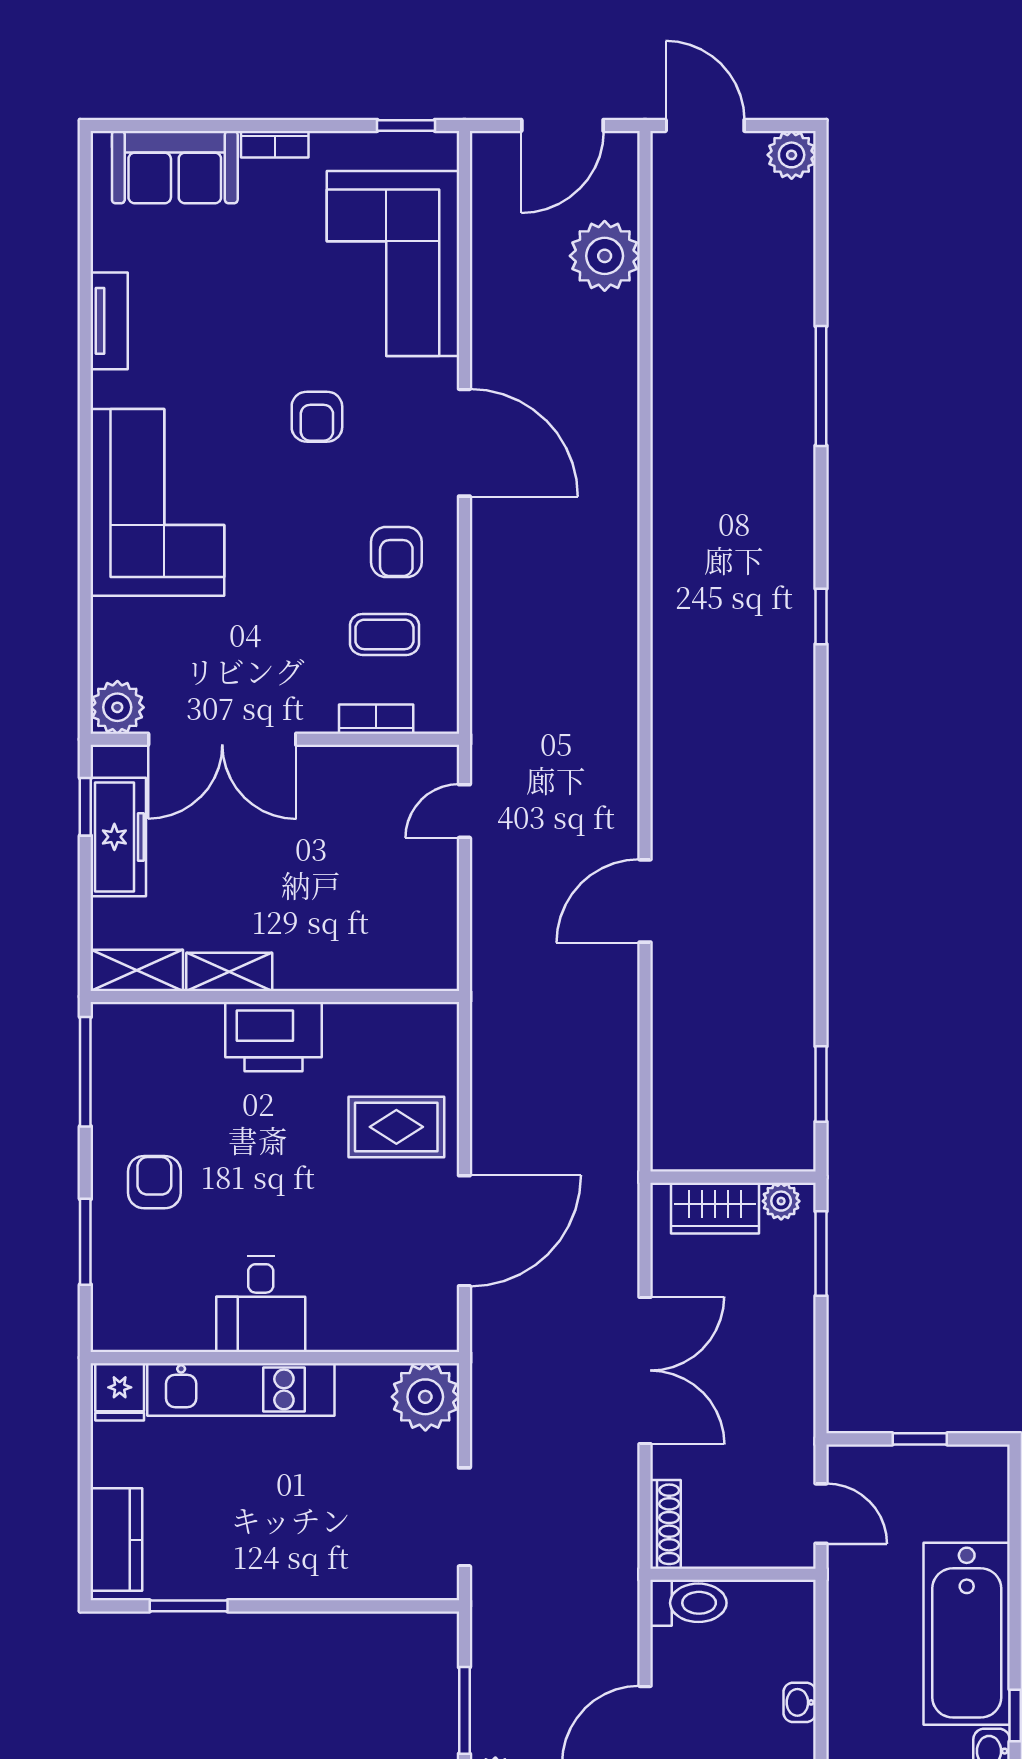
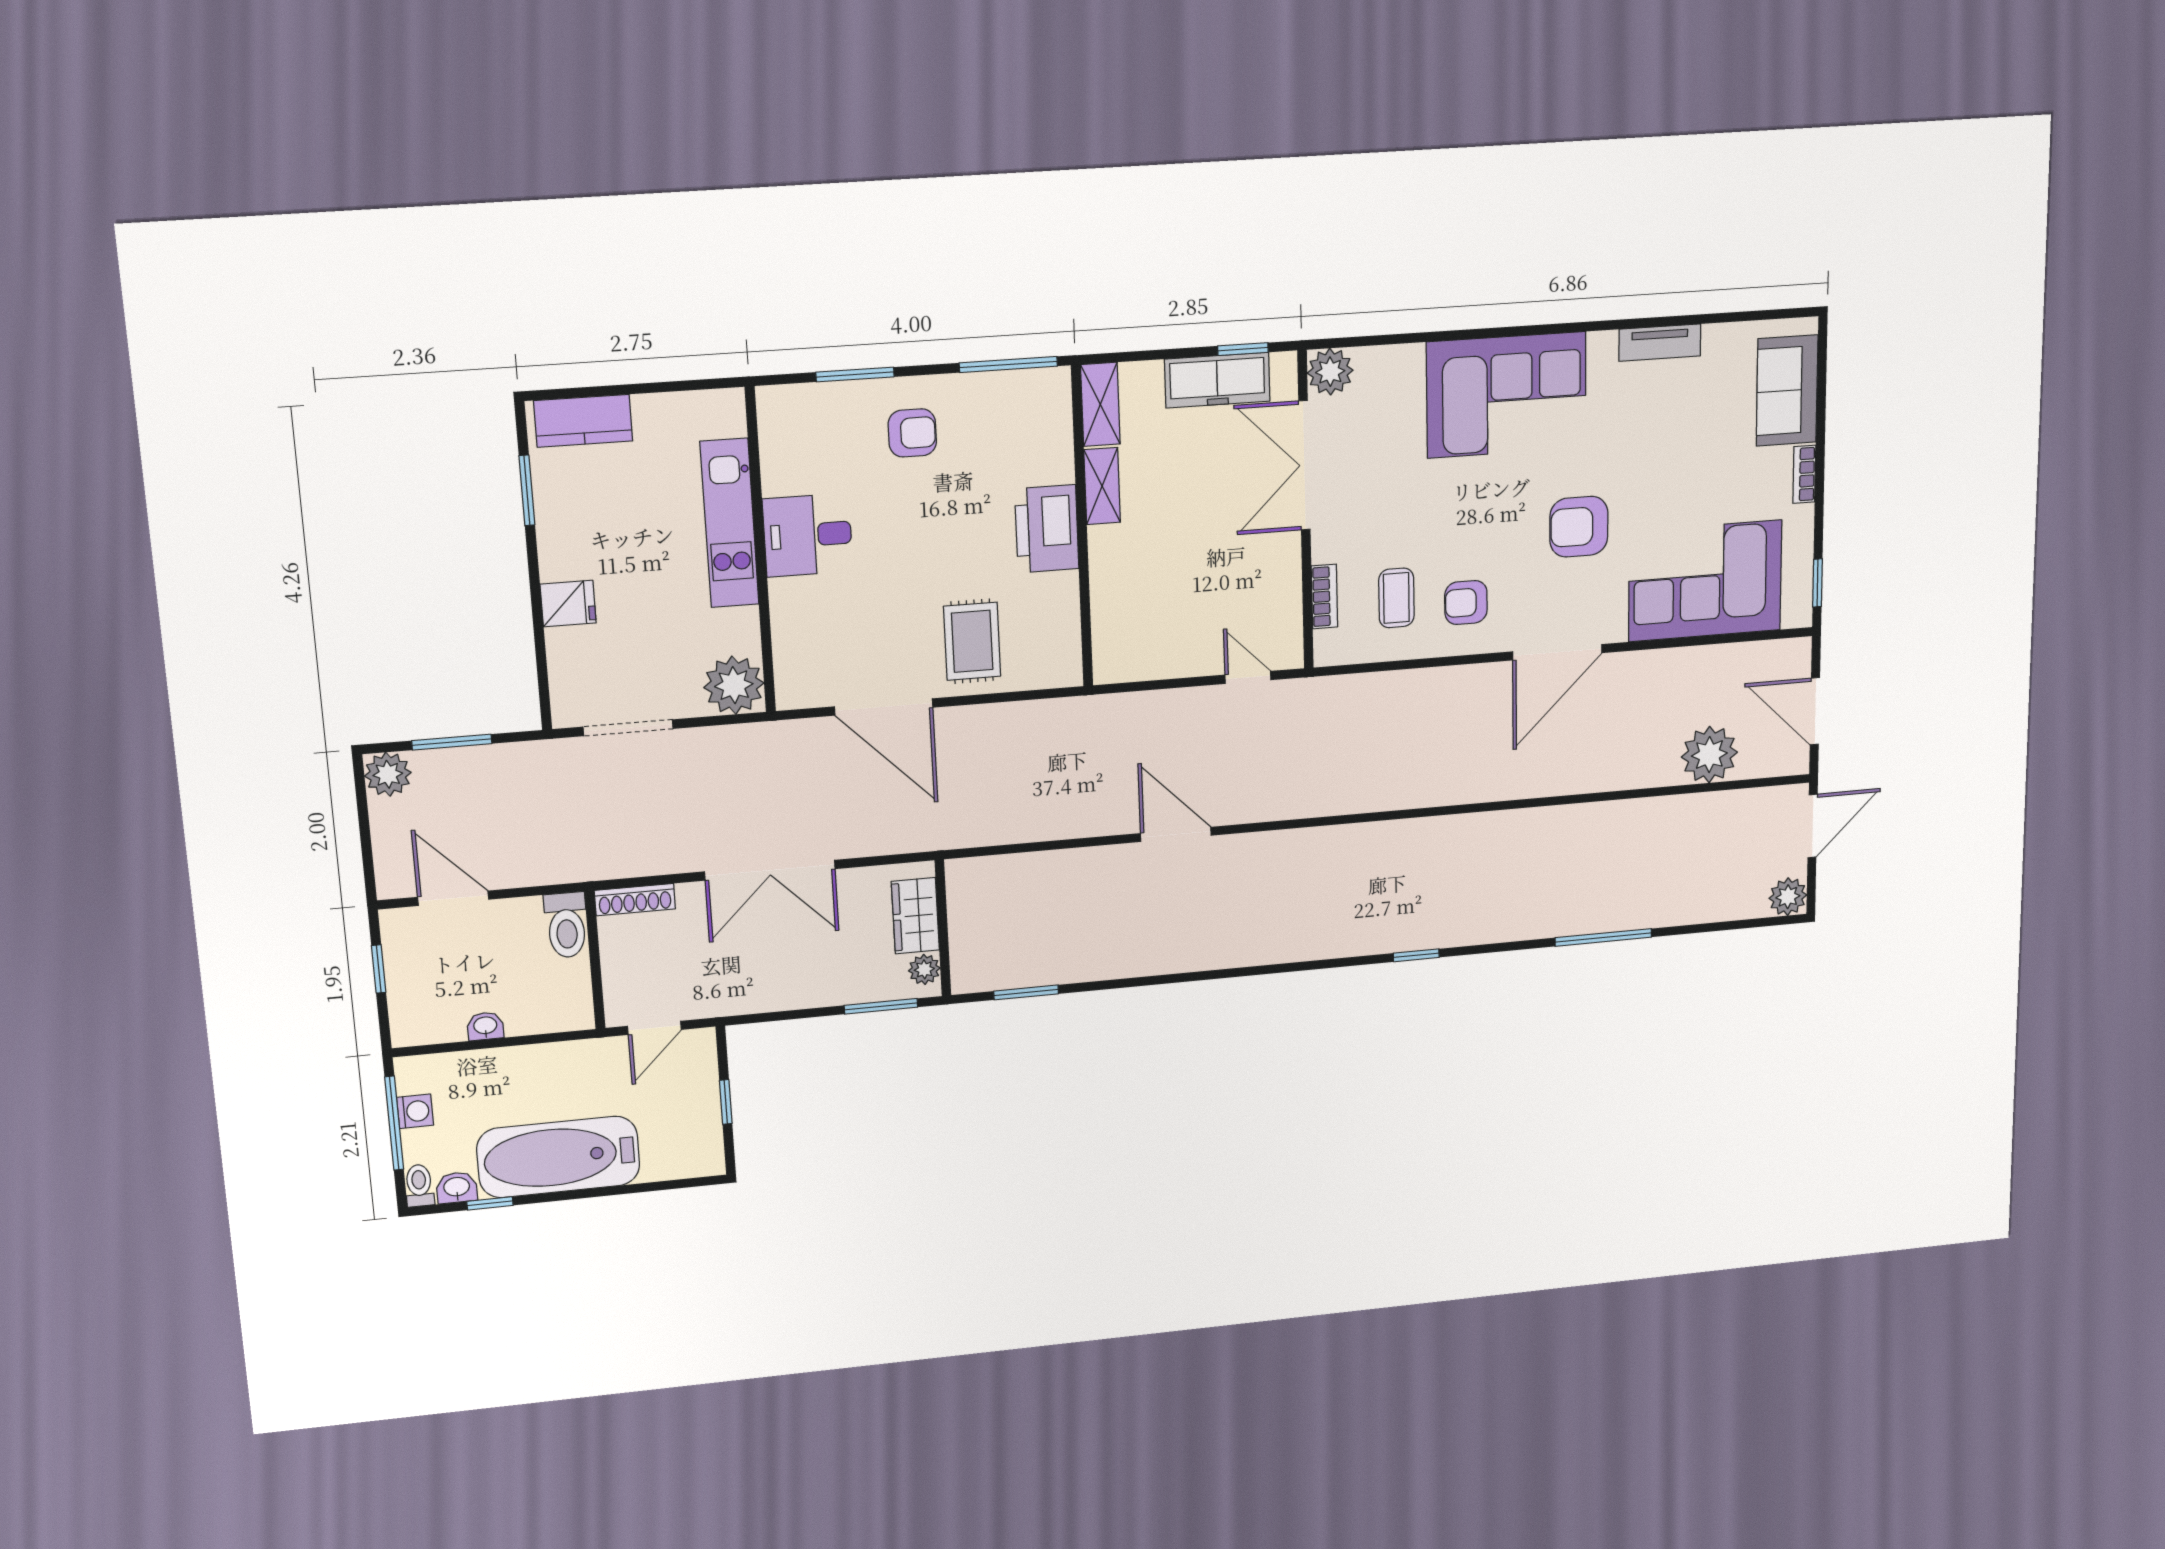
armchair: (317, 417) -> (1579, 527), width x1.38, depth x1.38
fridge: (120, 1392) -> (568, 604), moved, turned 180

